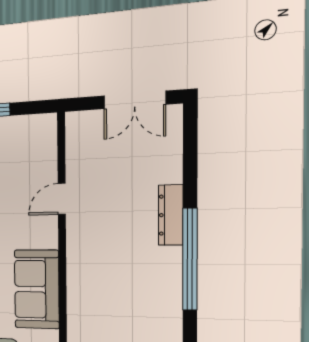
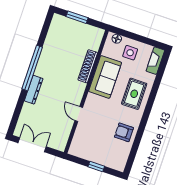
door: (62, 199) -> (79, 114), swing flipped
shoe rack: (77, 299) -> (88, 66), added

